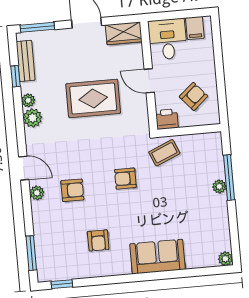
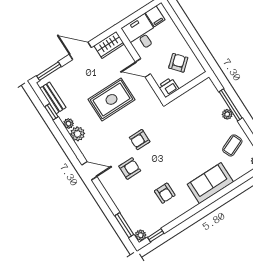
coffee table: (164, 153) -> (232, 145), moved
armchair: (125, 179) -> (140, 140), moved
plant: (37, 193) -> (141, 235), moved

